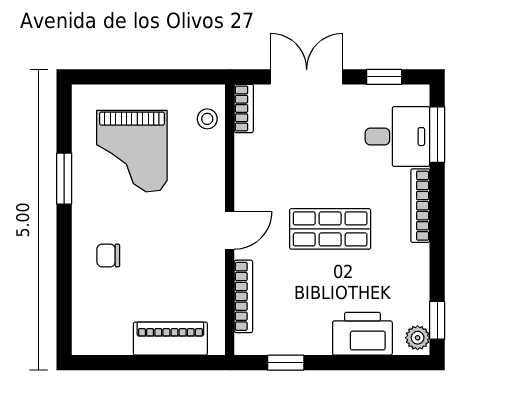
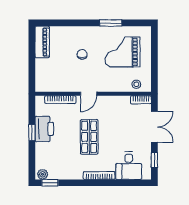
window: (437, 135) -> (130, 183), removed
door: (230, 230) -> (89, 94), hinge flipped
chair: (108, 255) -> (82, 54), moved
printer: (362, 334) -> (44, 129), moved
piano: (170, 339) -> (42, 42), moved
window: (286, 363) -> (32, 133), moved

